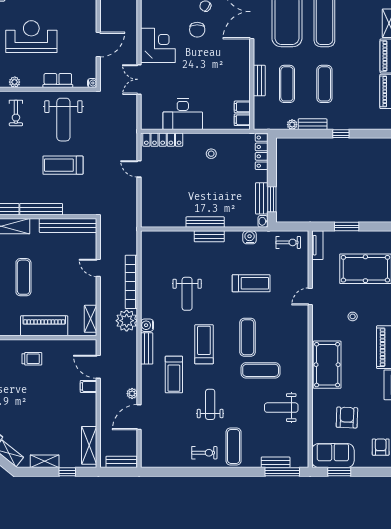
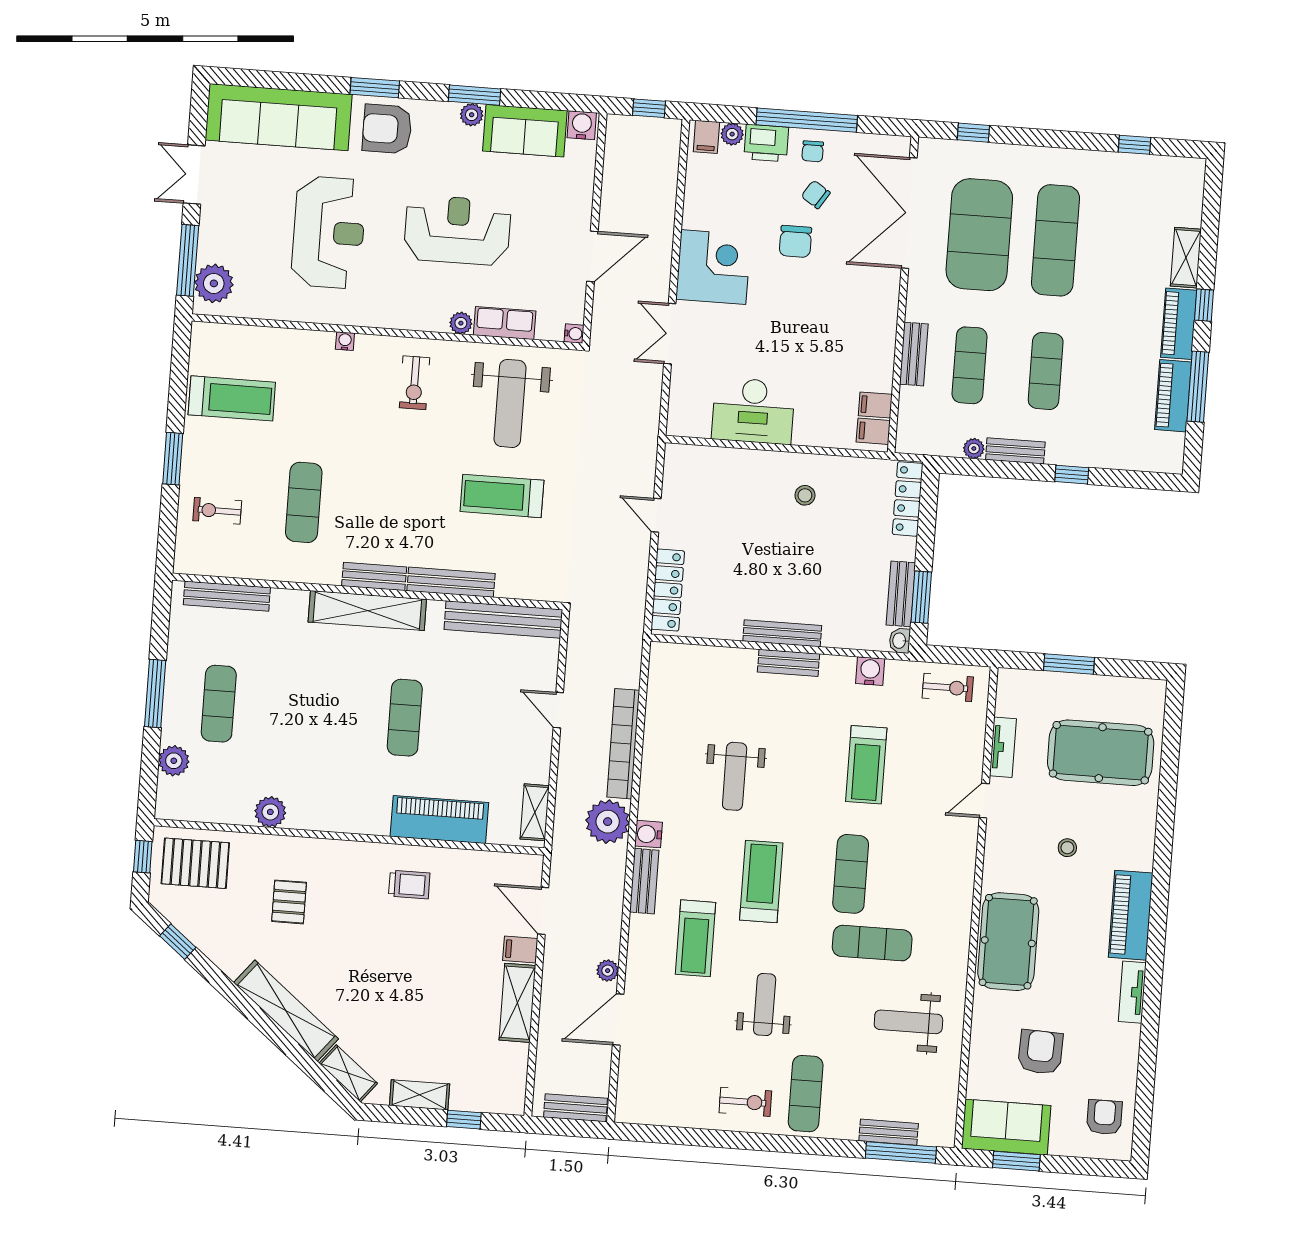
plant: (15, 82) -> (461, 323), moved
locker: (163, 140) -> (668, 590), moved, turned -90
tv unit: (317, 245) -> (1003, 747), moved
treadmill: (251, 283) -> (866, 765), turned 90
shelving: (89, 445) -> (517, 1003), moved

